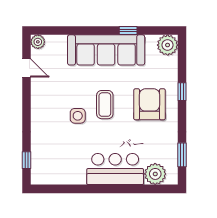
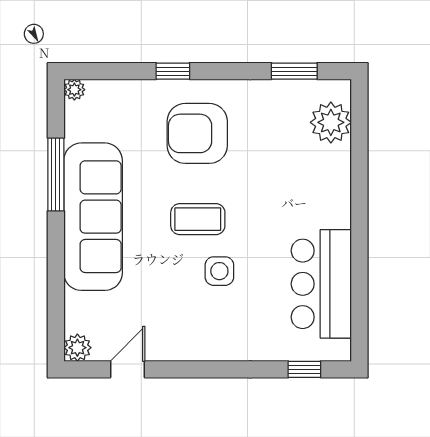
window: (128, 31) -> (56, 175), width x2.17
plant: (168, 45) -> (74, 90), width x0.53, depth x0.53
bar counter: (115, 169) -> (321, 284), moved

